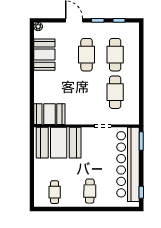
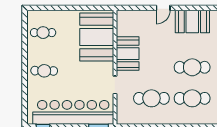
door: (32, 81) -> (163, 8), added
booth: (49, 114) -> (128, 54), moved

